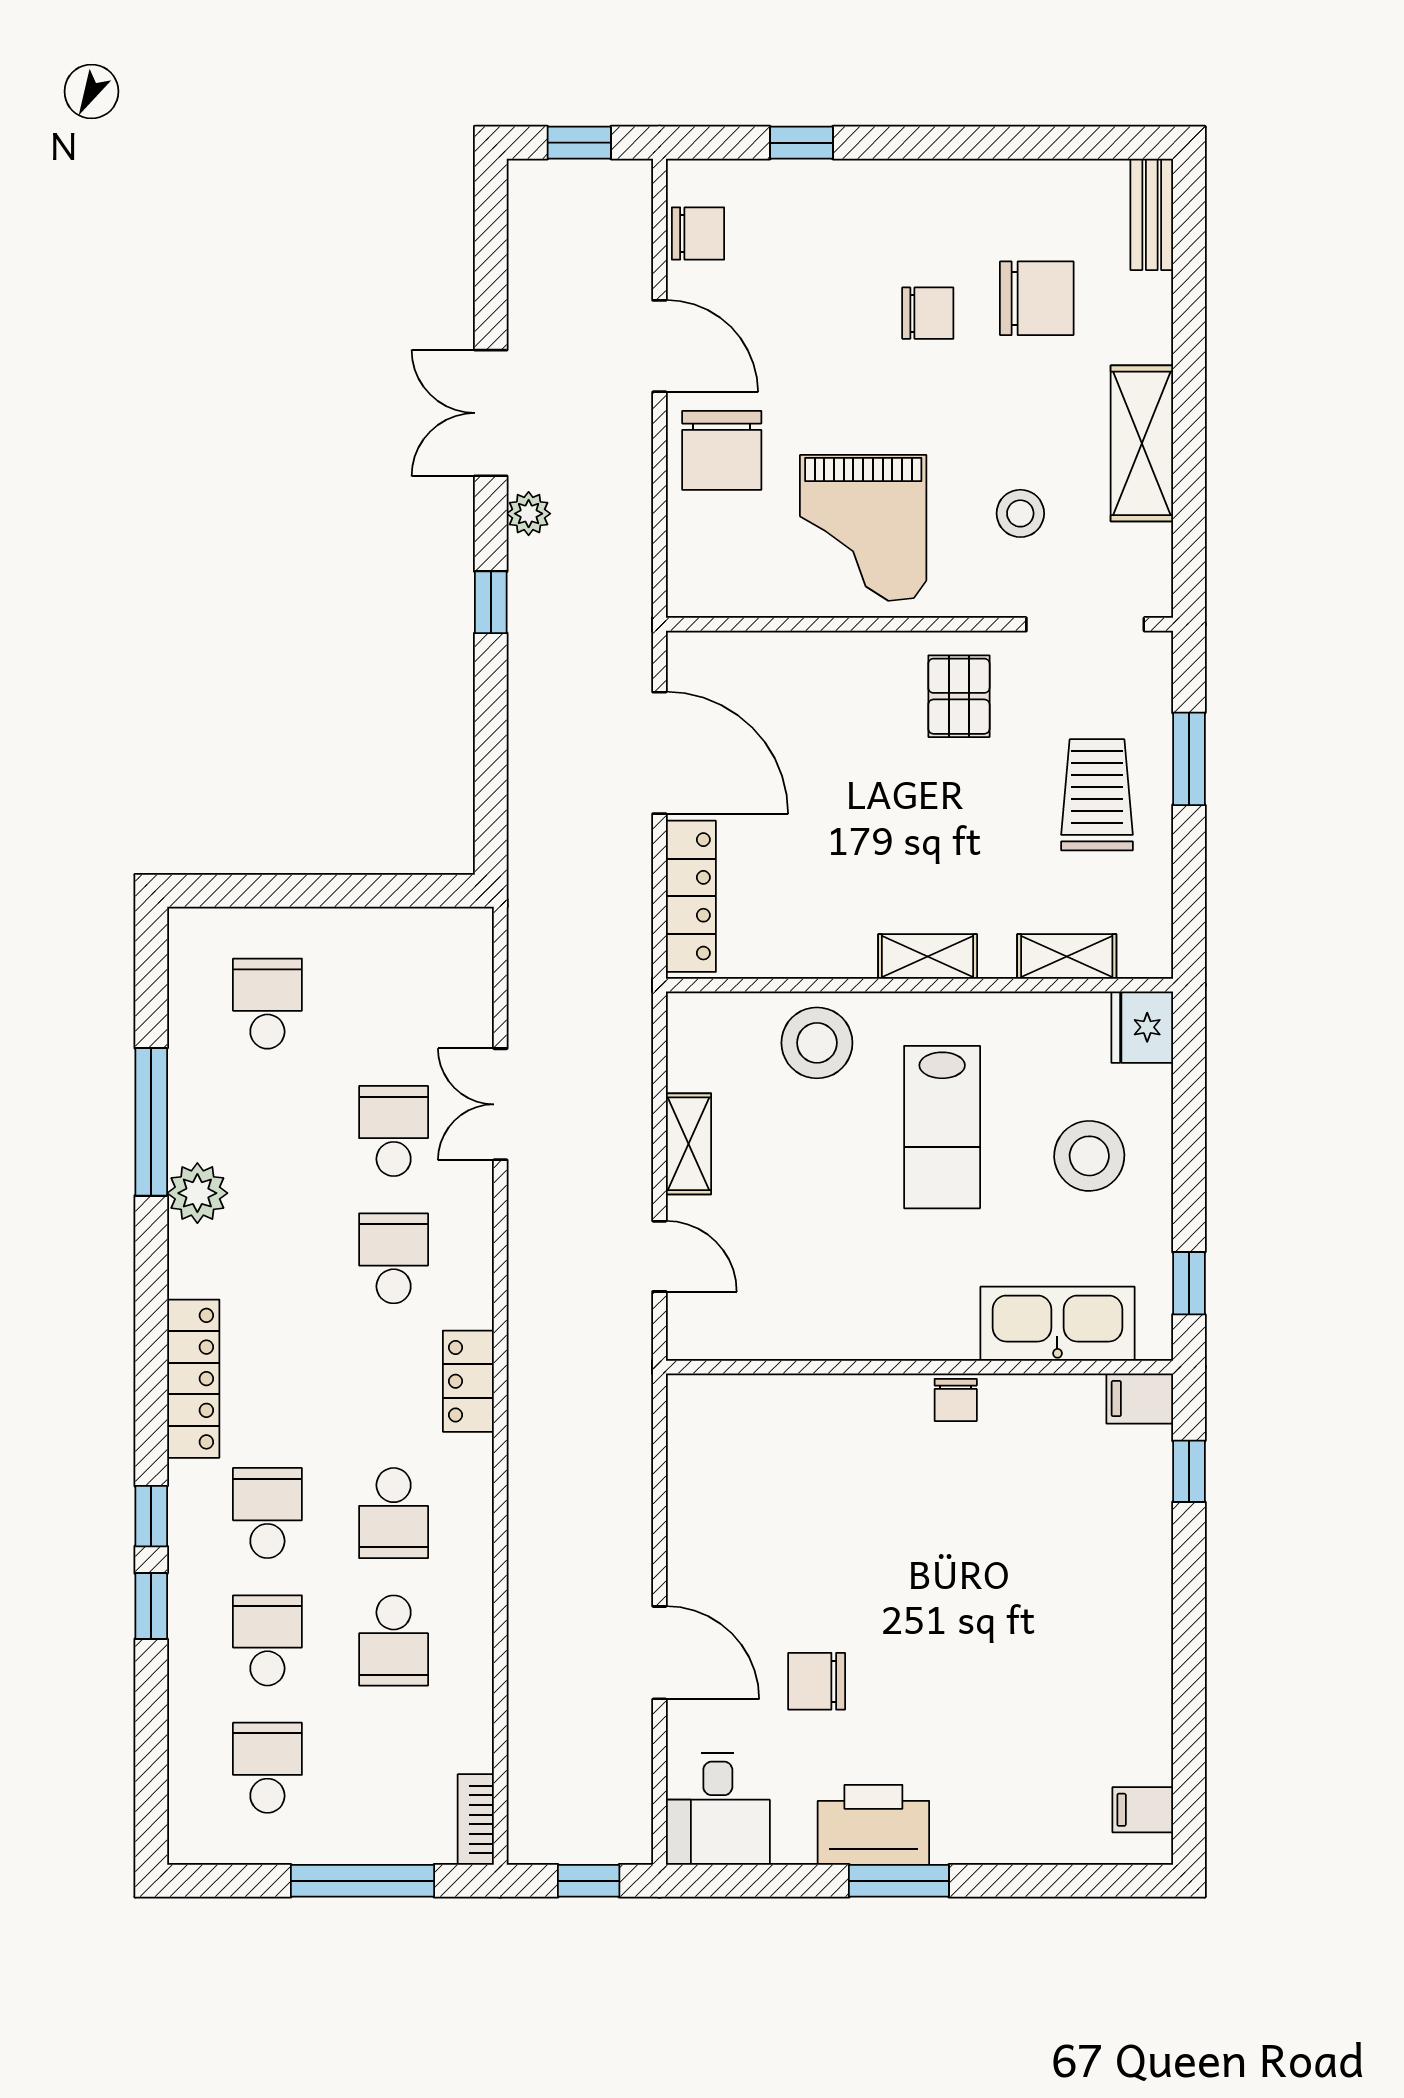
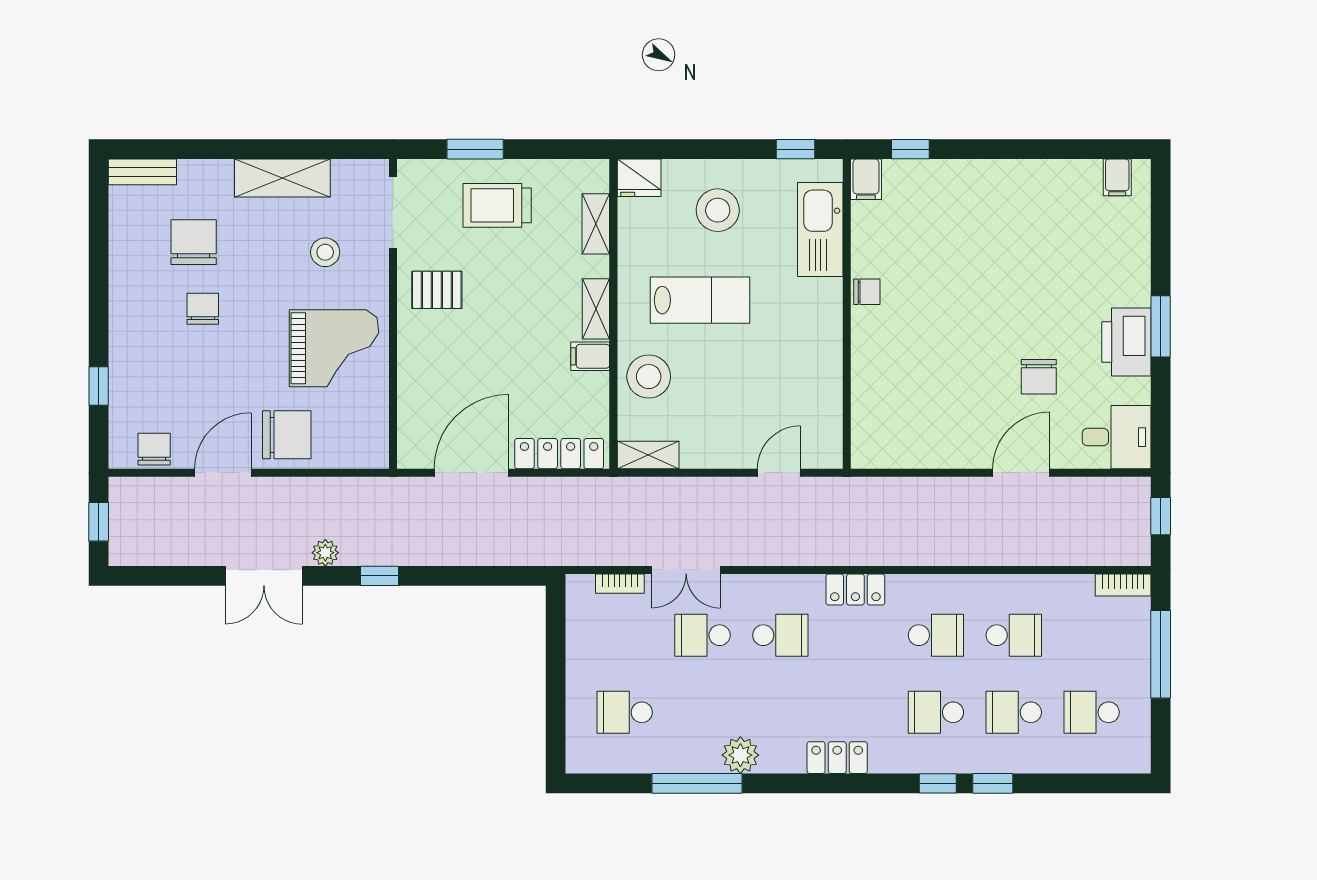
filing cabinet: (850, 947) -> (590, 356), added
bookcase: (478, 996) -> (620, 584), added
shelving: (689, 1144) -> (648, 455), moved
school desk: (394, 1258) -> (780, 635), turned 180
locker: (193, 1379) -> (837, 758), width x0.66

